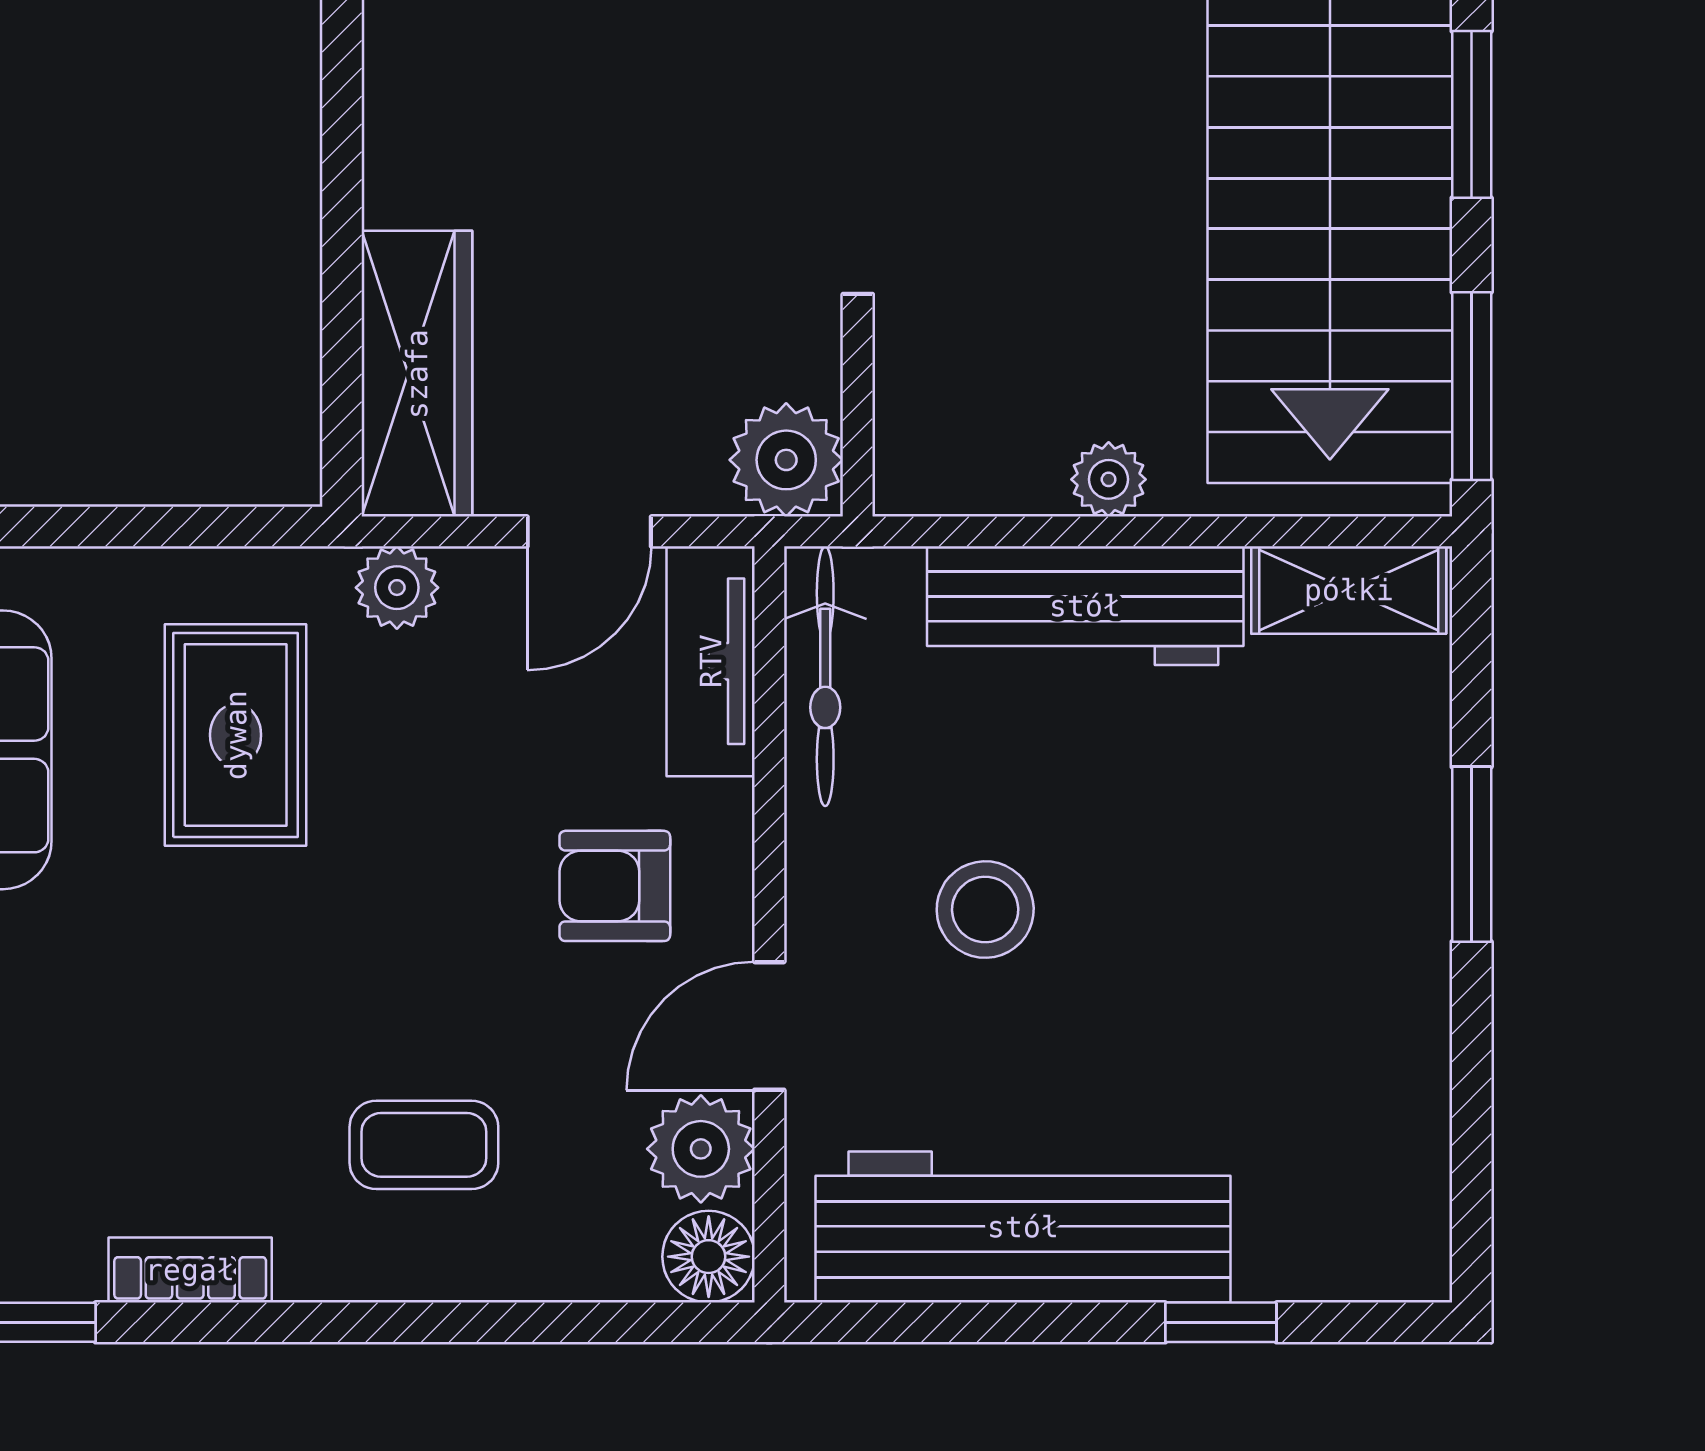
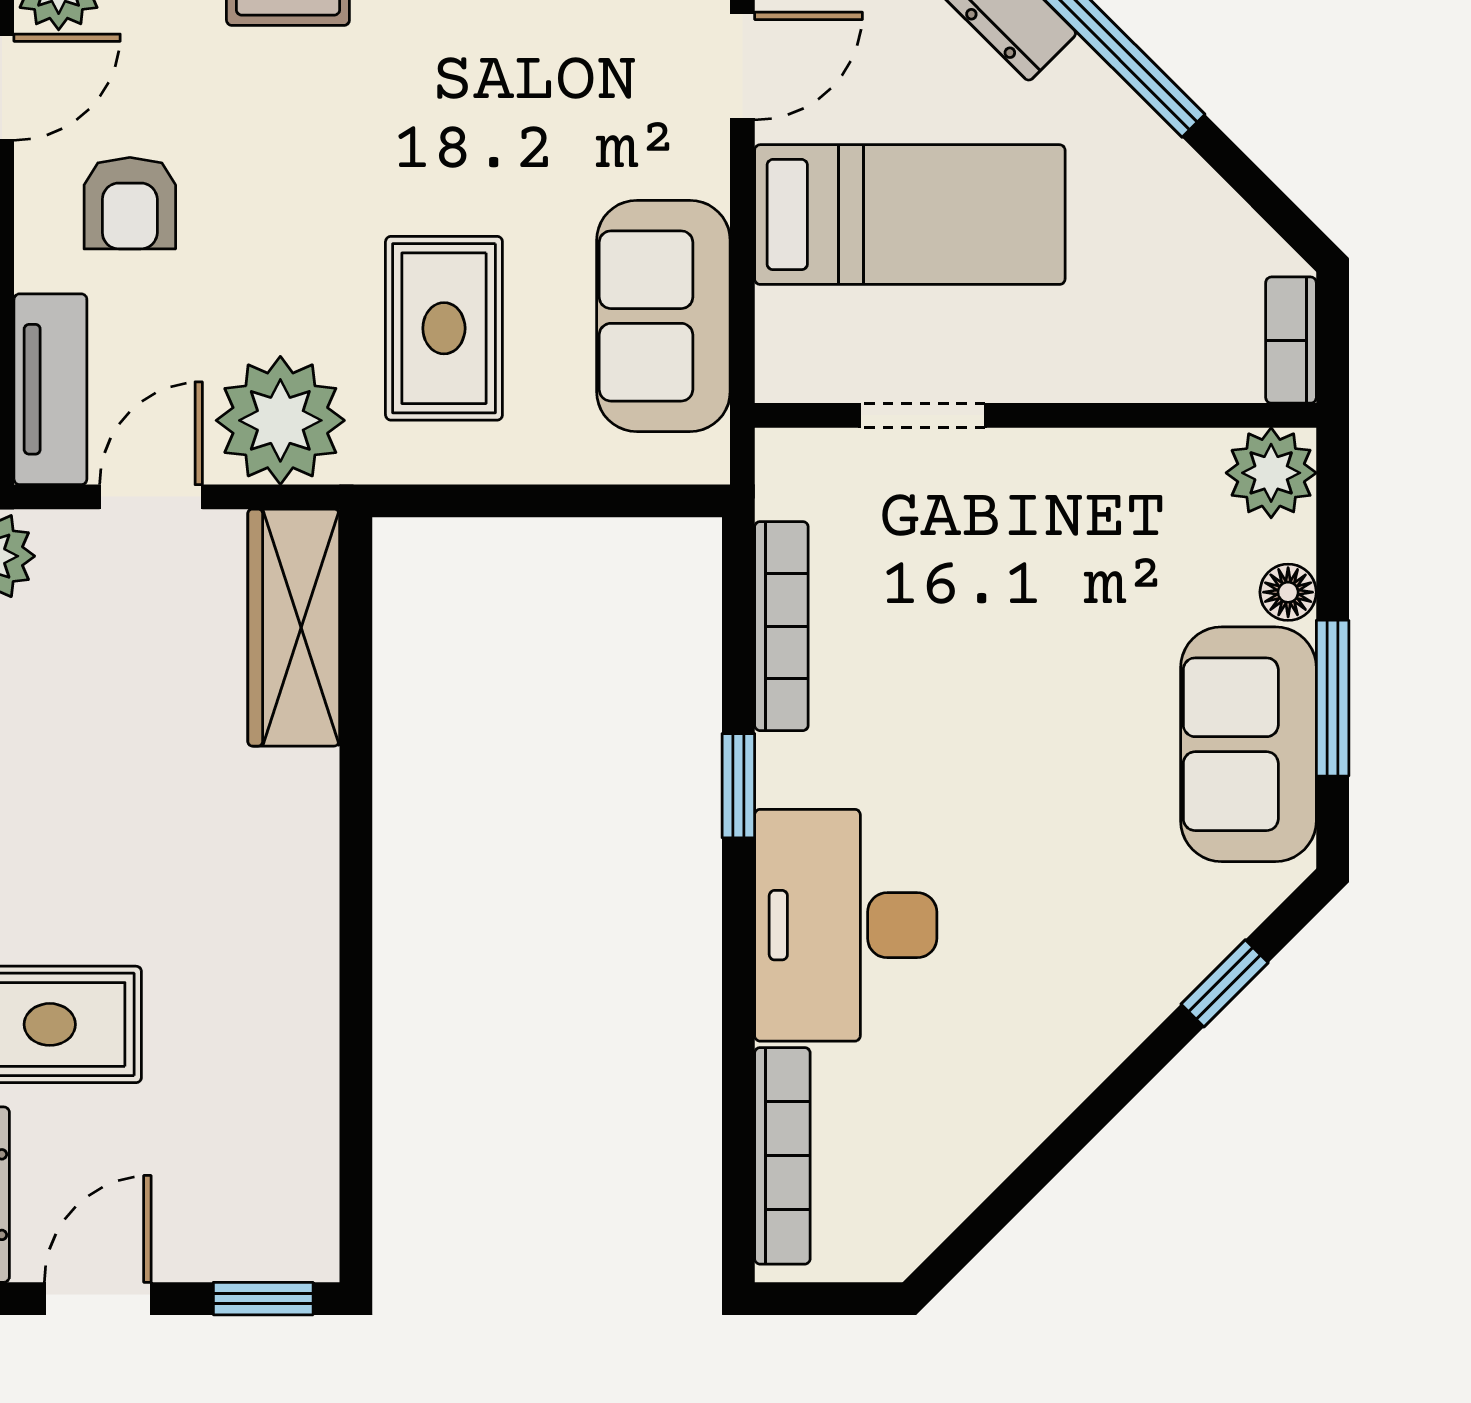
plant: (397, 588) -> (280, 420), width x1.88, depth x1.88
armchair: (615, 886) -> (130, 203), turned 90

